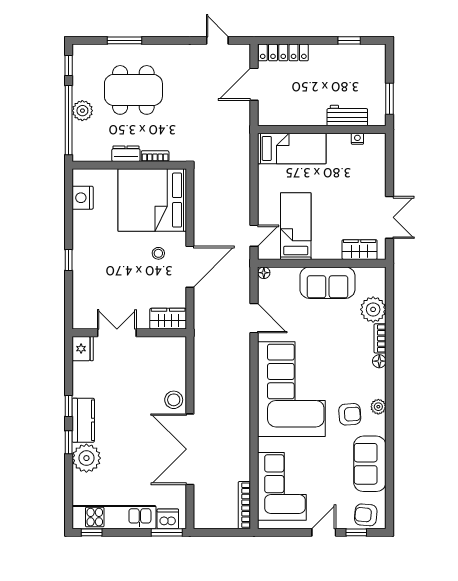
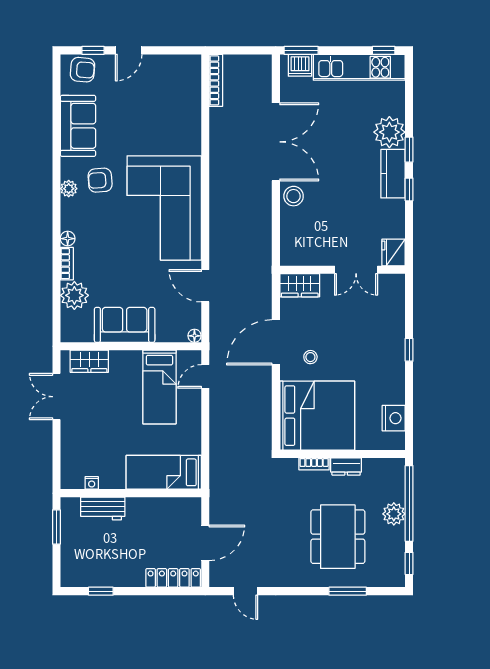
dining table: (133, 90) -> (338, 537), turned 90
corner sofa: (282, 486) -> (175, 101), removed

